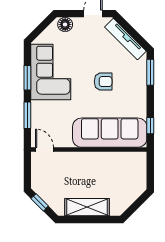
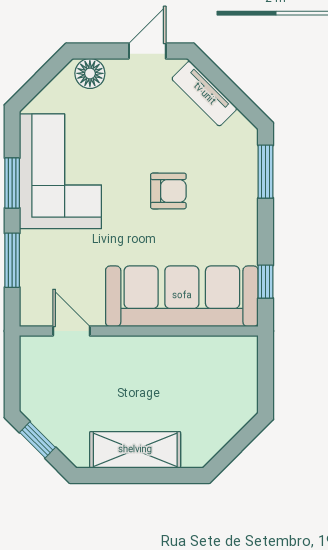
tv unit: (125, 39) -> (204, 94), width x0.71
door: (45, 149) -> (71, 331), moved

